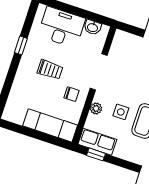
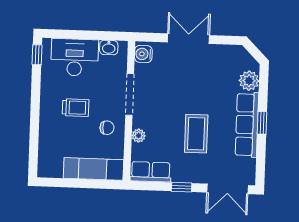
water cooler: (120, 41) -> (143, 54), added
window: (21, 45) -> (37, 55), moved
side table: (121, 112) -> (167, 131), removed
window: (96, 154) -> (182, 187), moved

